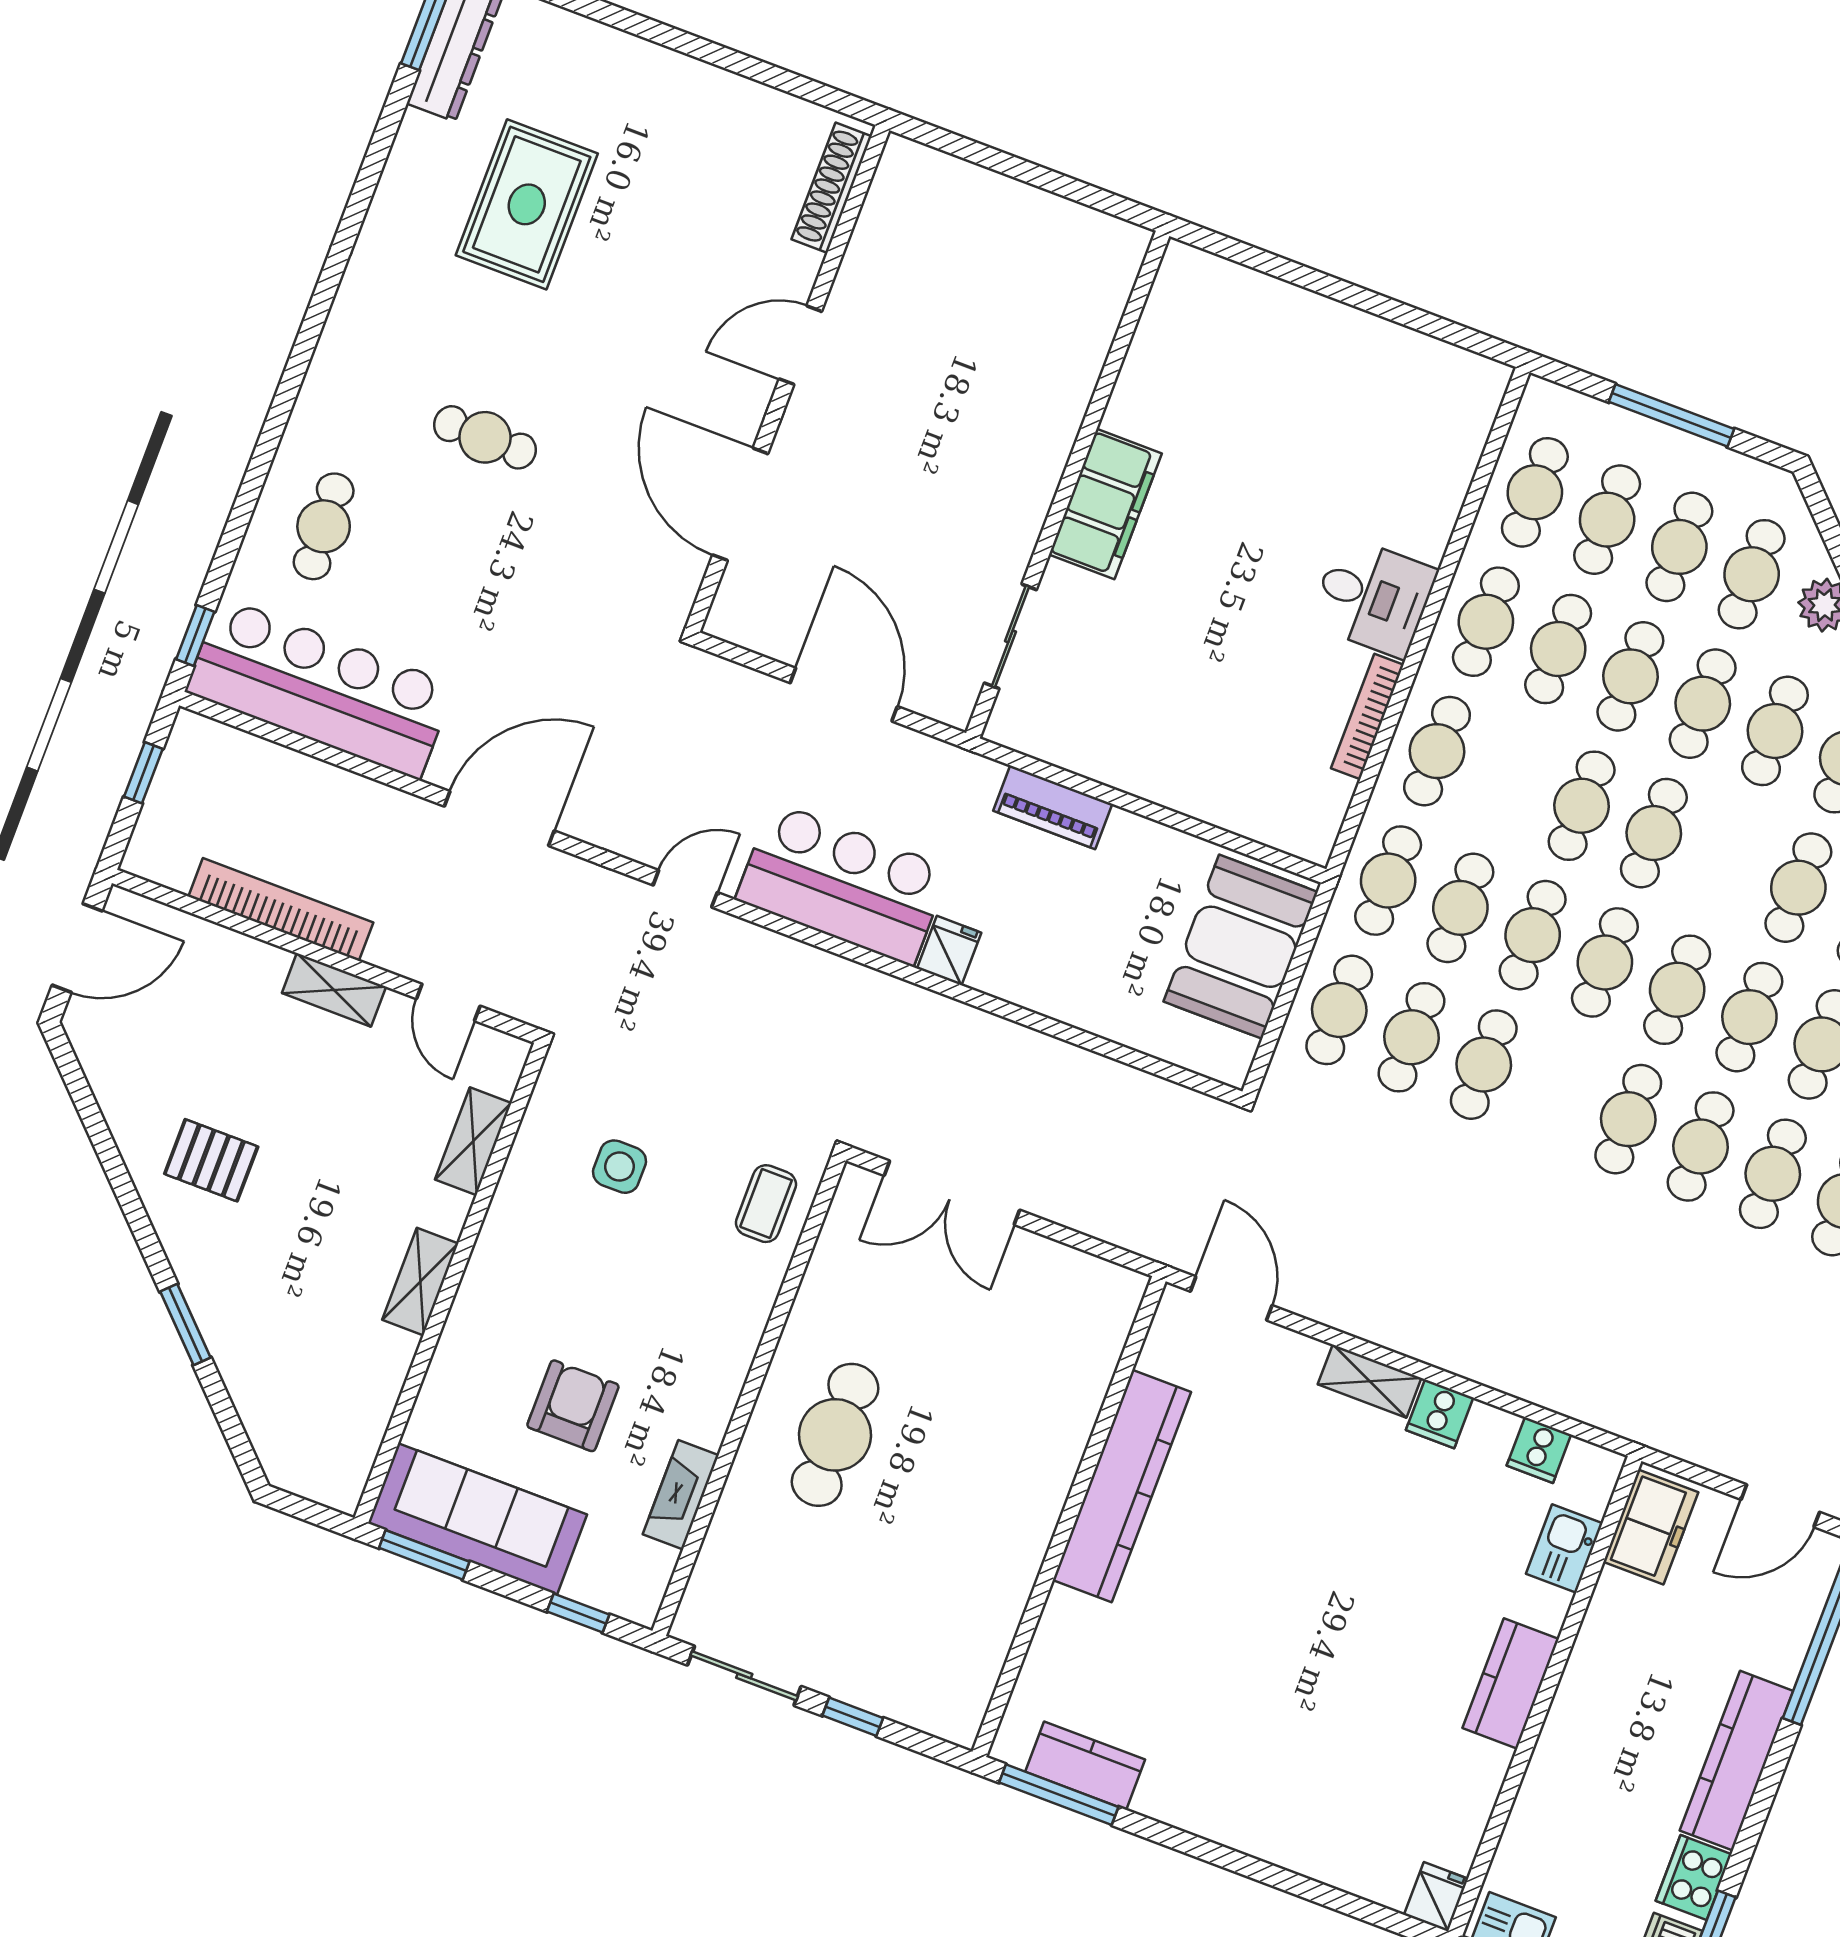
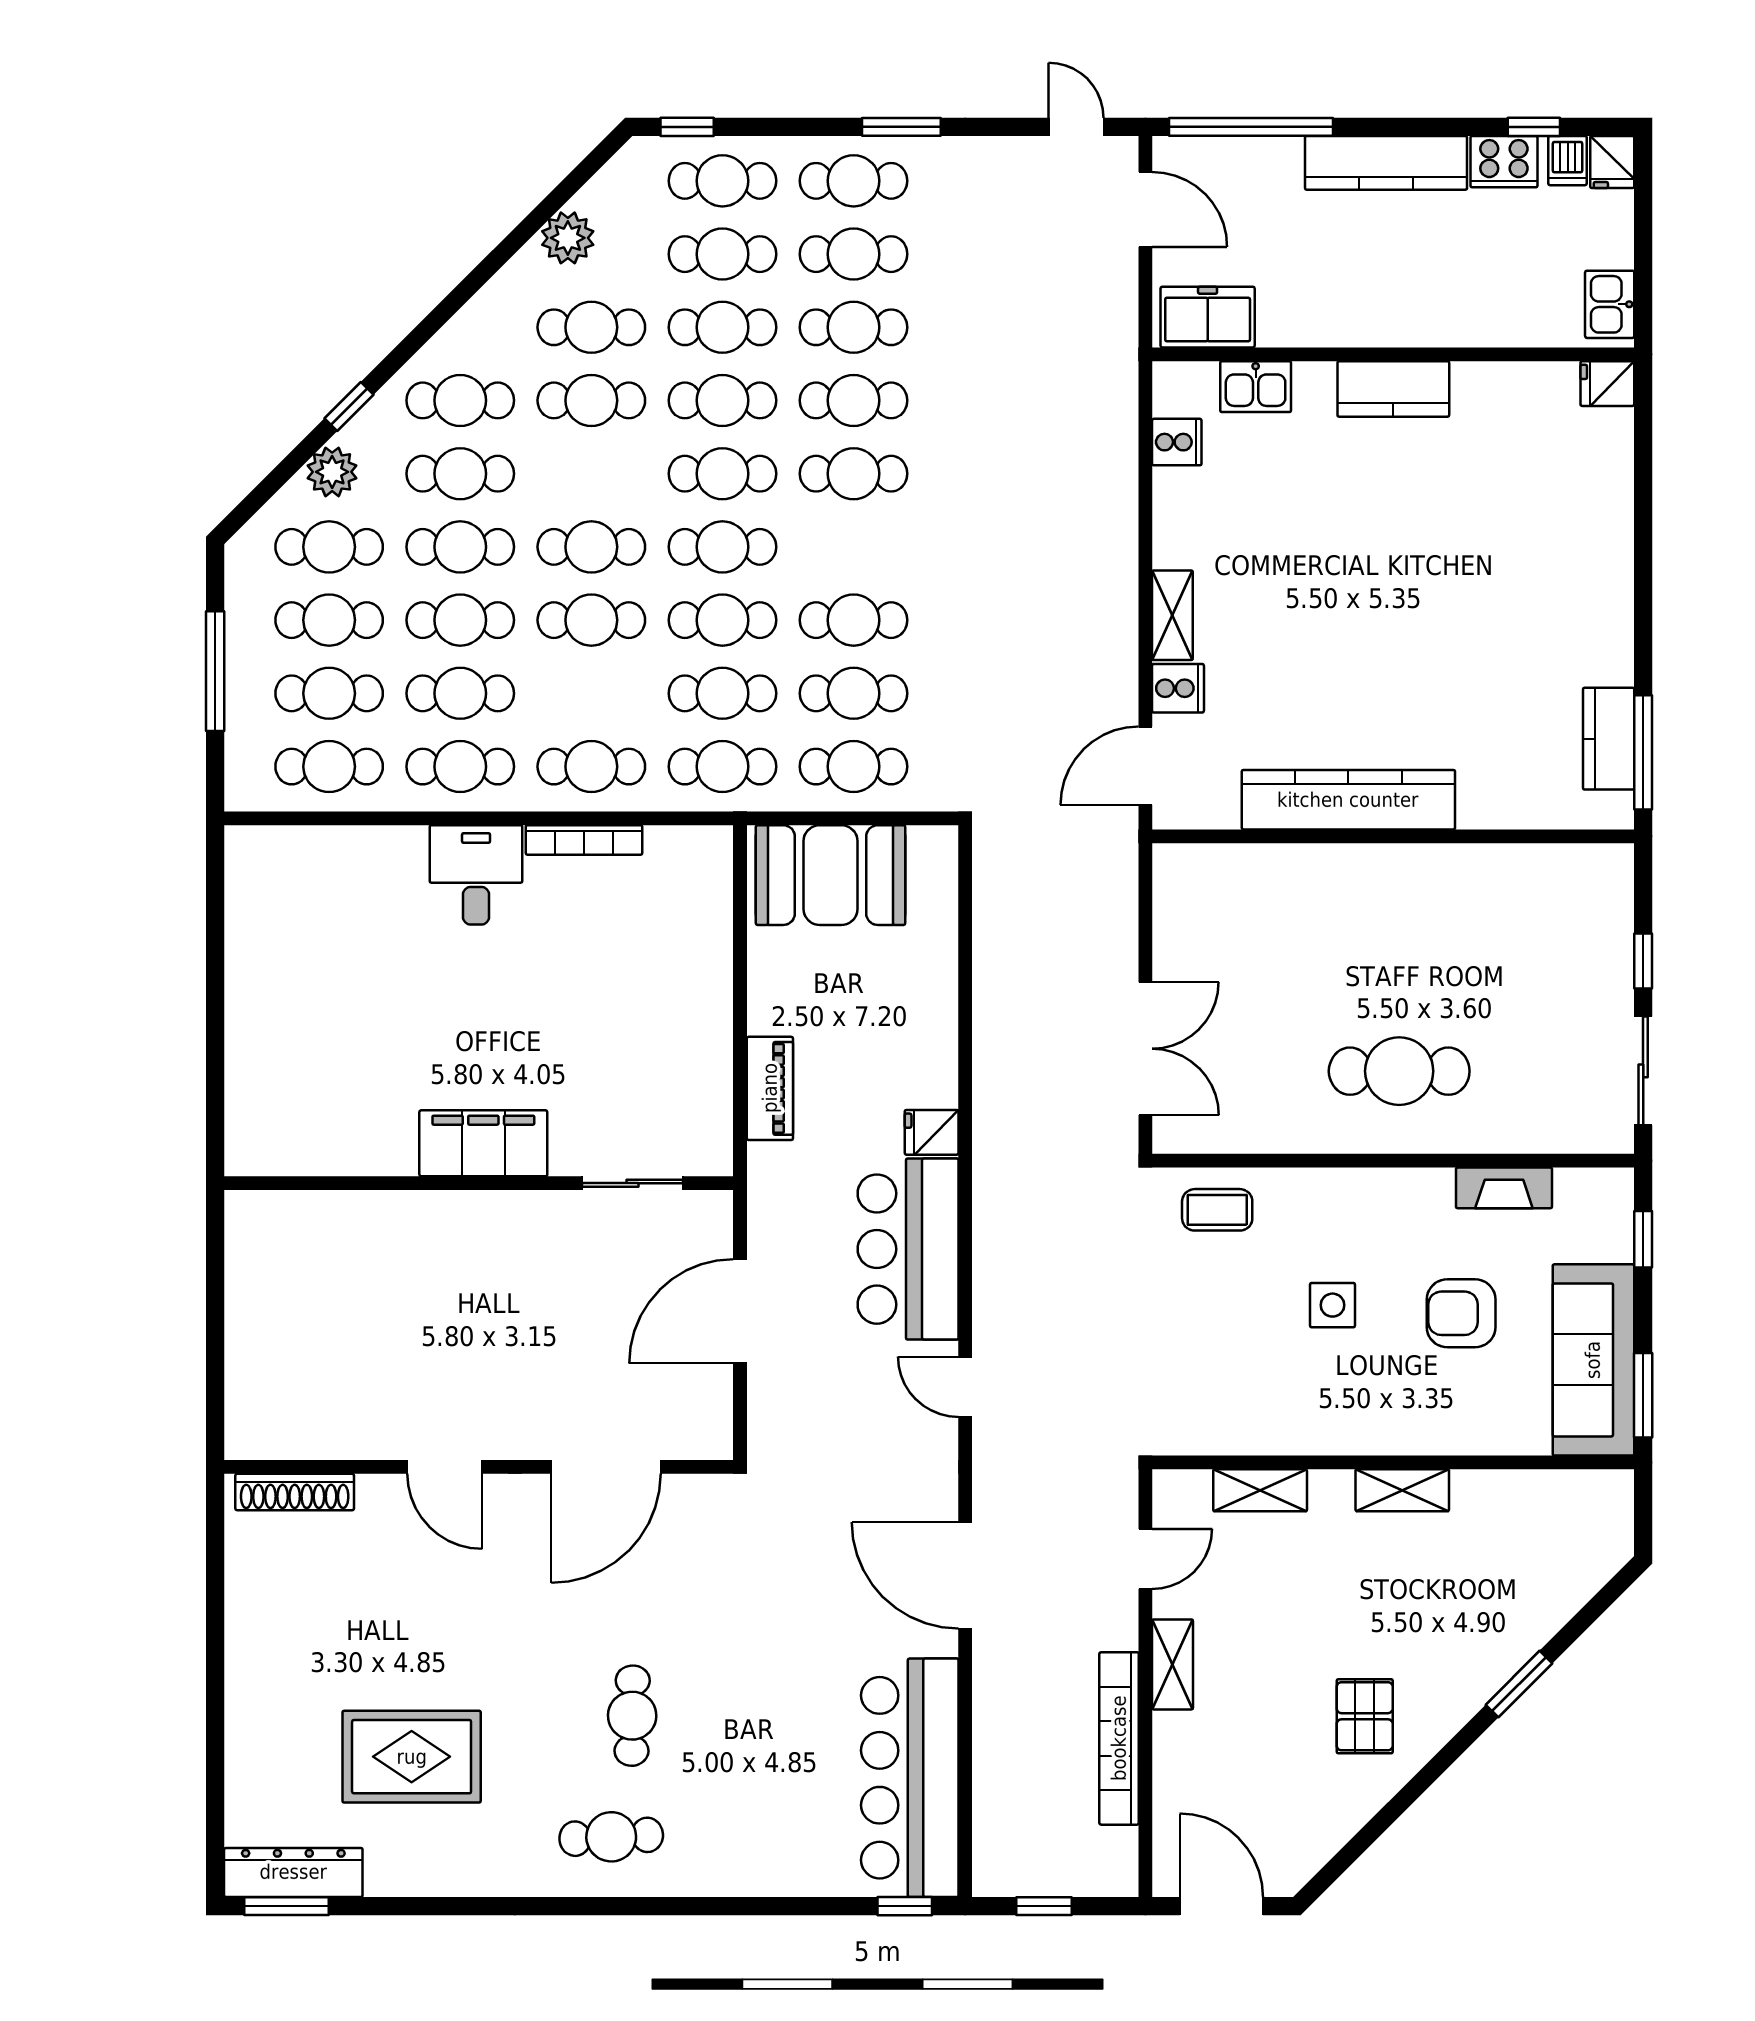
cafe table: (324, 526) -> (611, 1837), moved
side table: (620, 1167) -> (1332, 1305), moved
cooker: (1440, 1414) -> (1178, 688), moved

